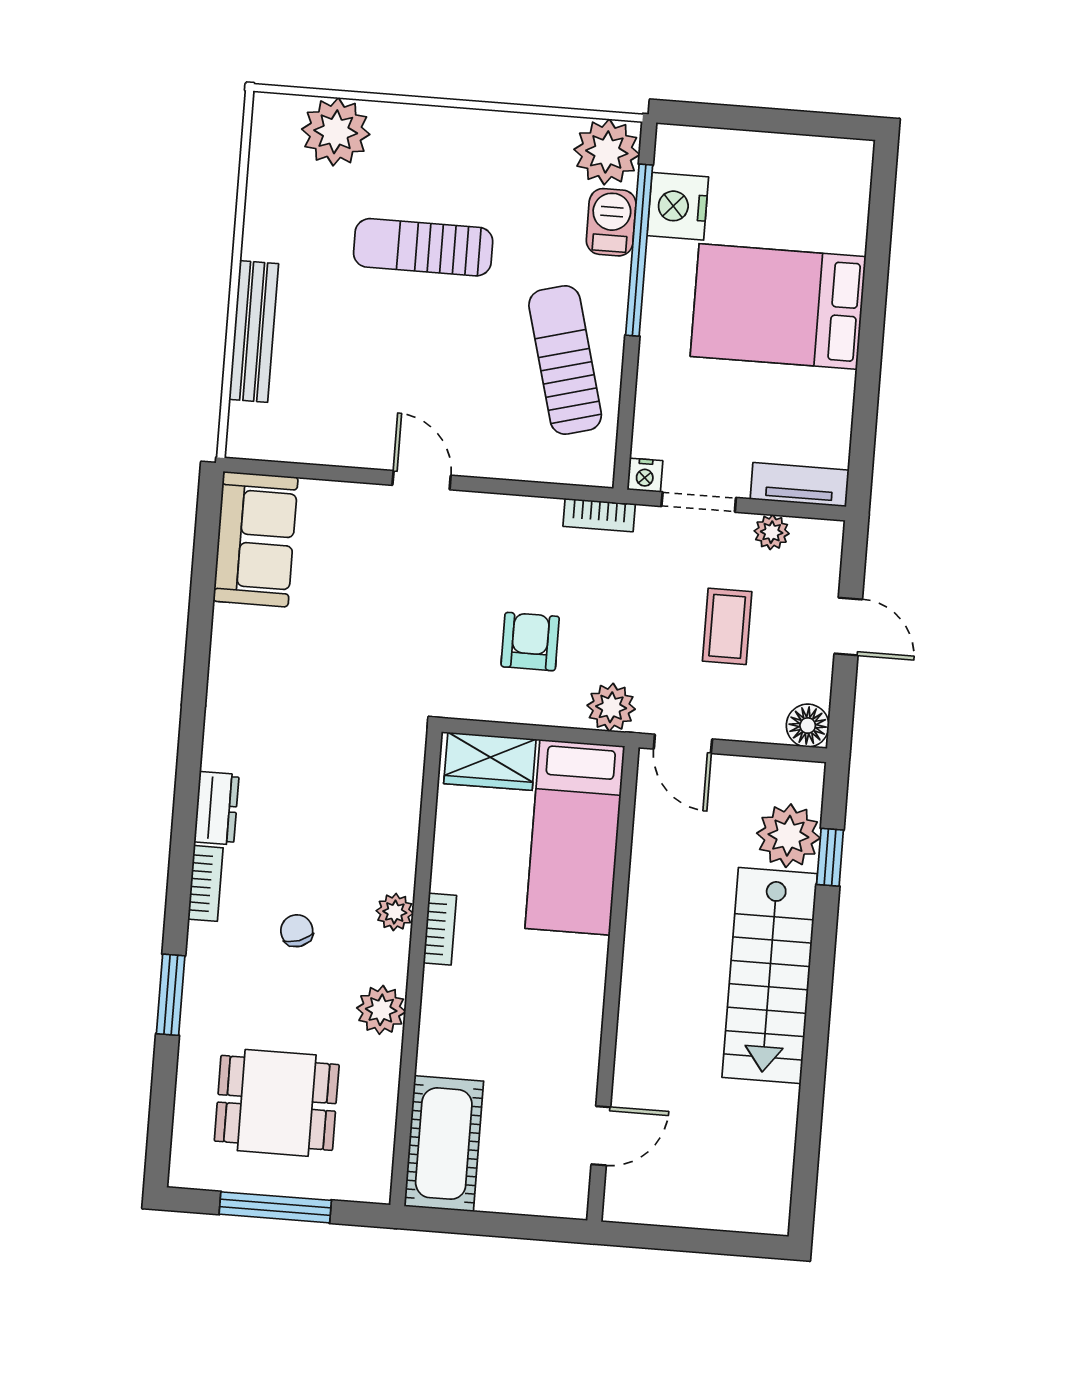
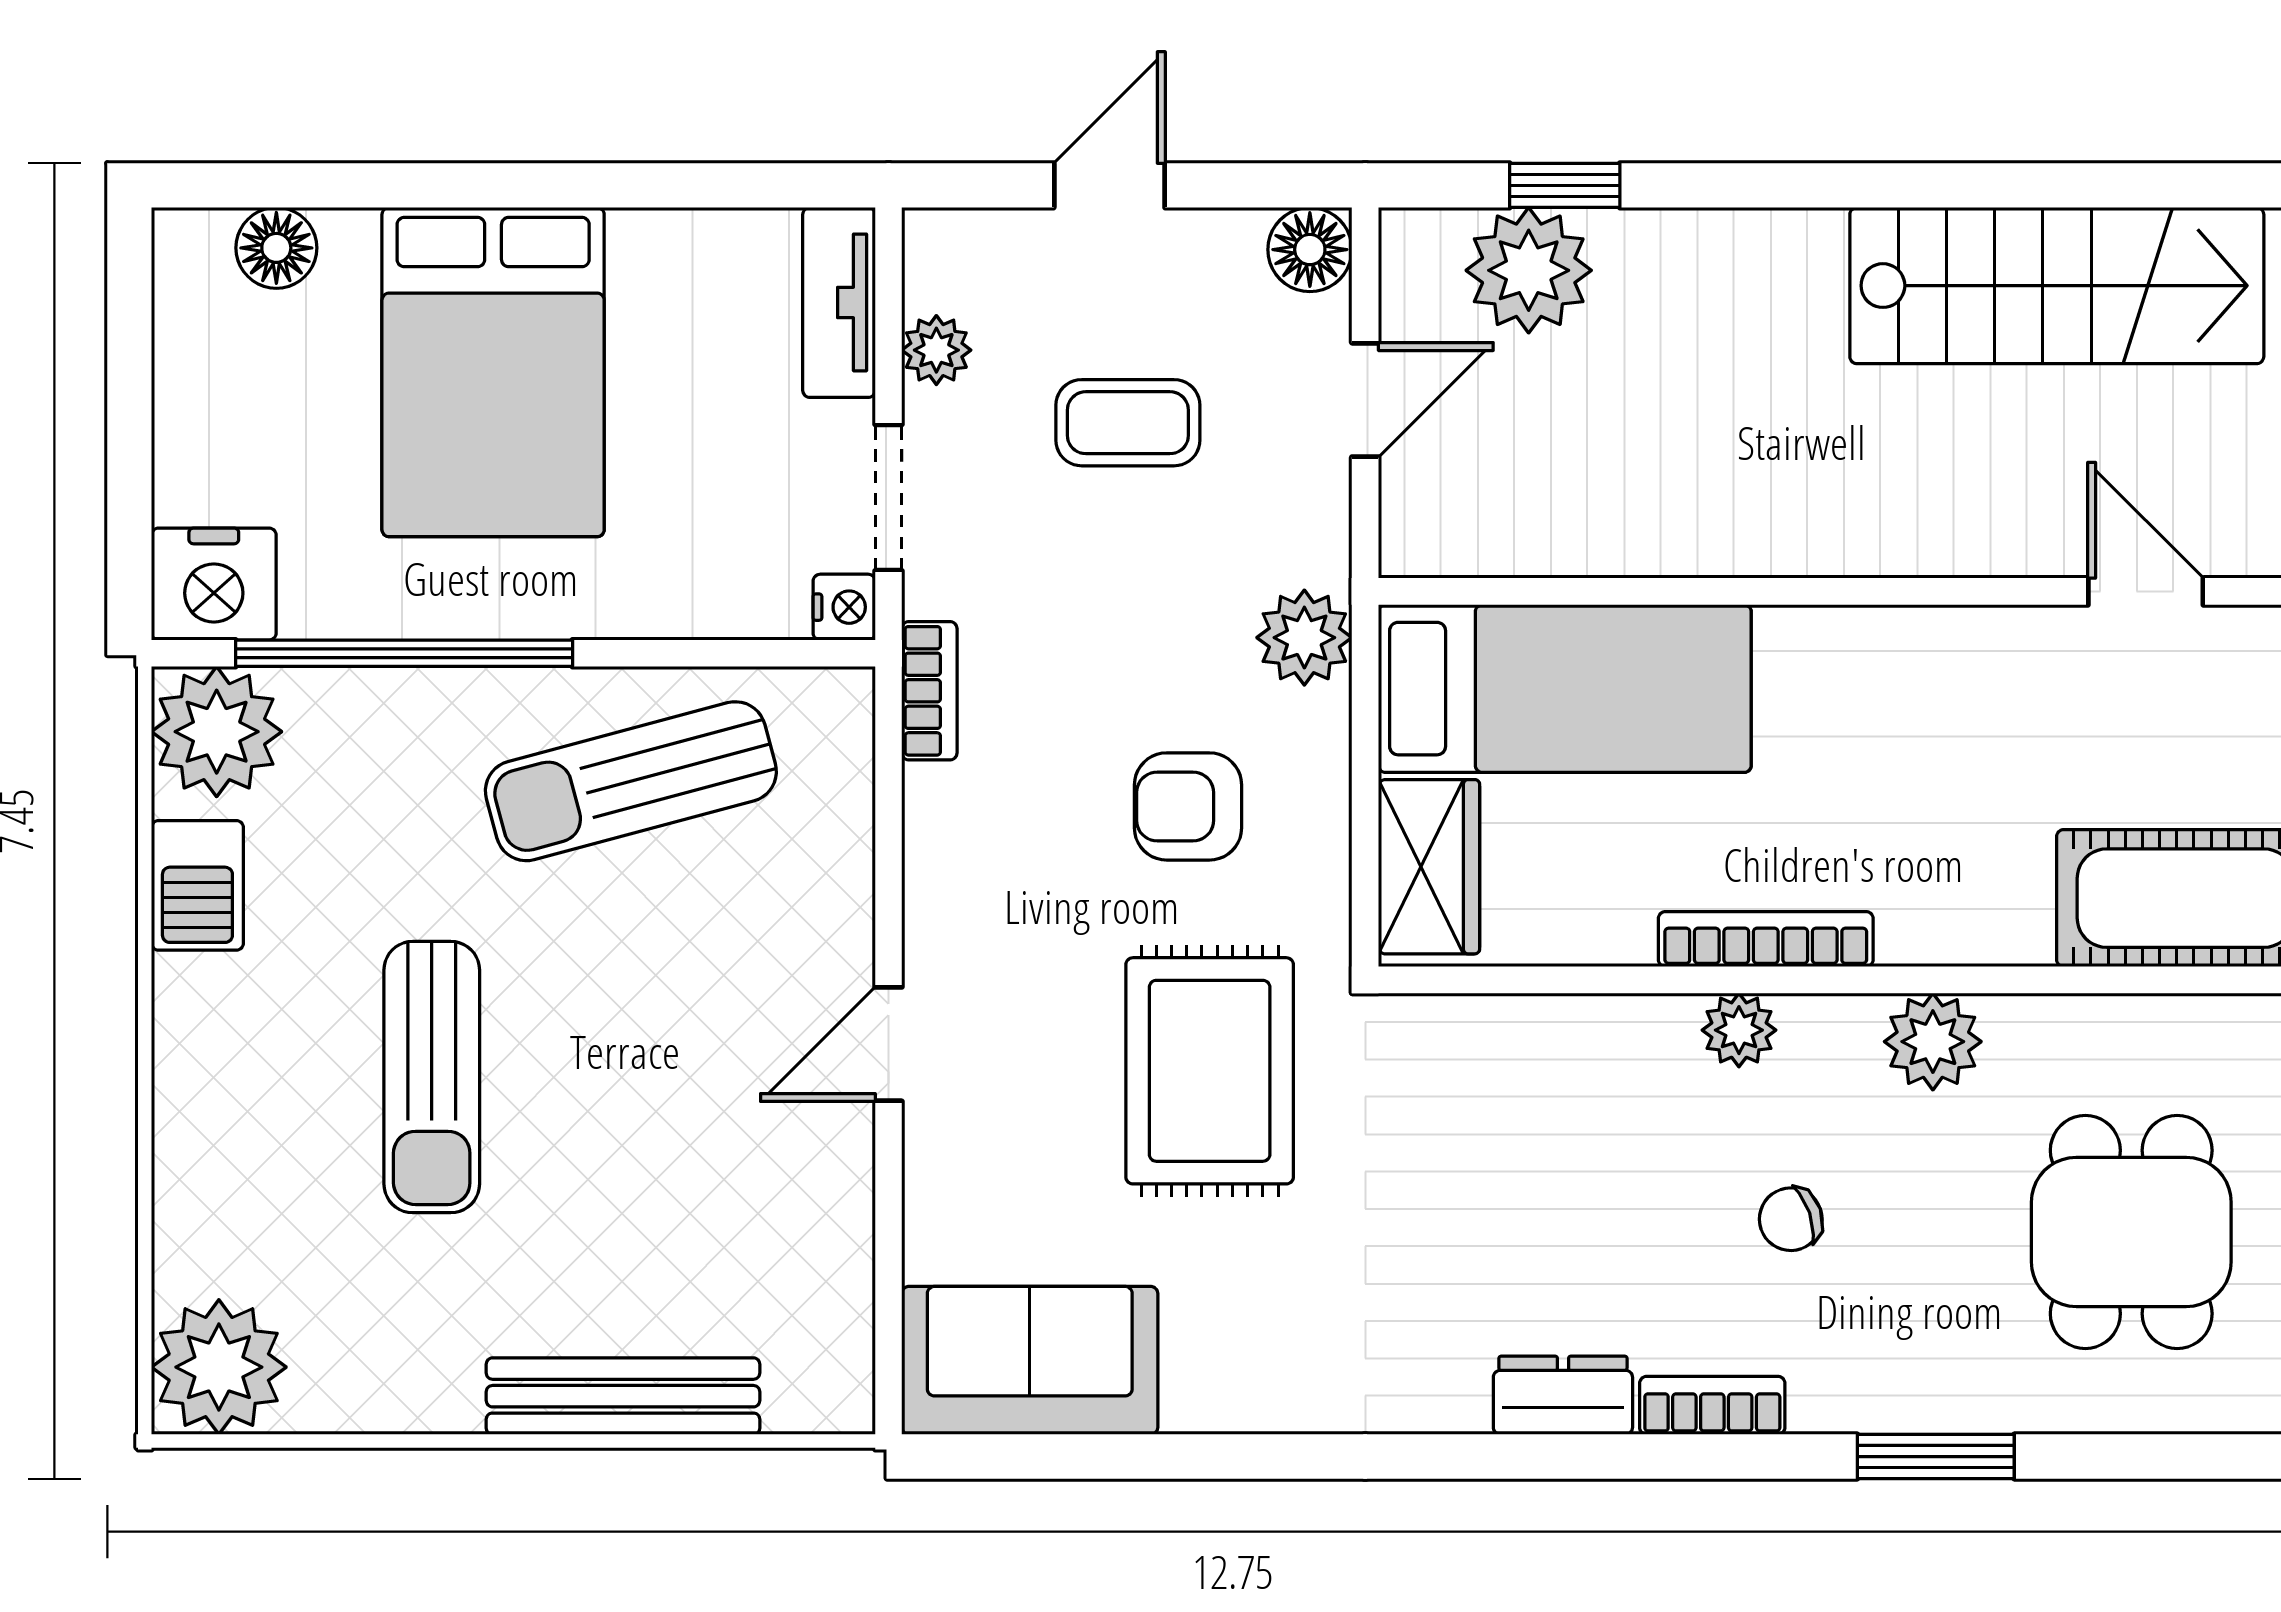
plant: (336, 132) -> (219, 1367), moved
floor lamp: (850, 202) -> (276, 248), added
nightstand: (678, 206) -> (214, 584), moved
barbecue: (611, 222) -> (197, 885), moved, turned -90
rug: (395, 642) -> (1210, 1071), added
door: (683, 744) -> (1365, 400), moved
bookcase: (440, 929) -> (1766, 939), width x1.56
stairs: (770, 975) -> (2057, 286), moved

